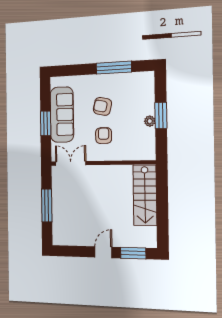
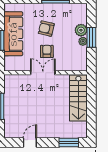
plant: (147, 107) -> (81, 30), added
double door: (71, 163) -> (43, 73), moved
door: (103, 252) -> (30, 143), moved

